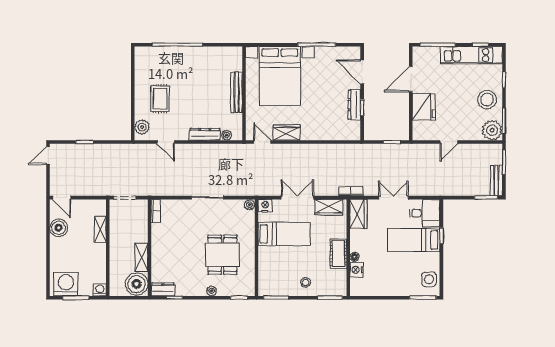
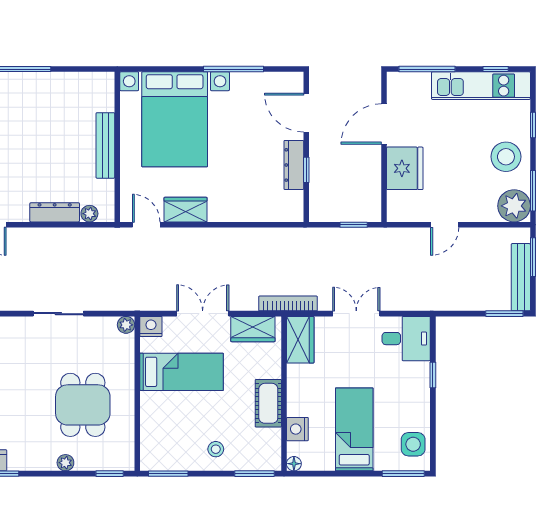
bench: (496, 180) -> (521, 277), width x1.36
bookcase: (351, 191) -> (288, 303), width x1.56
bed: (414, 240) -> (354, 429), moved, turned 90
floor lamp: (354, 257) -> (294, 464), moved

